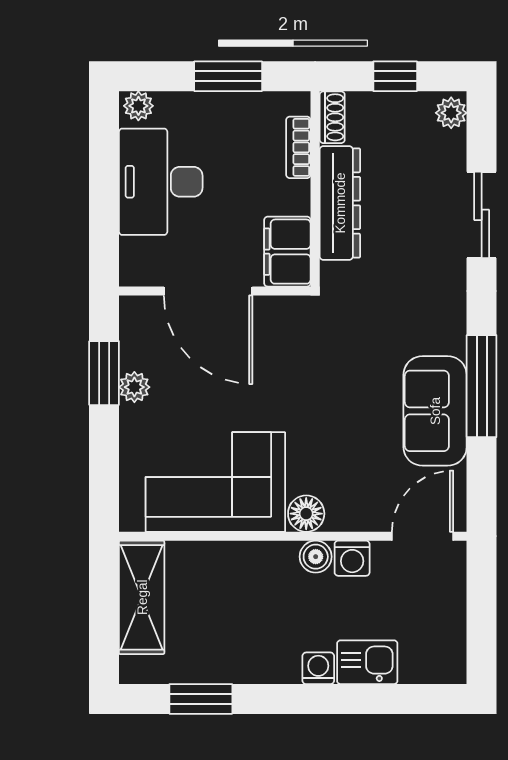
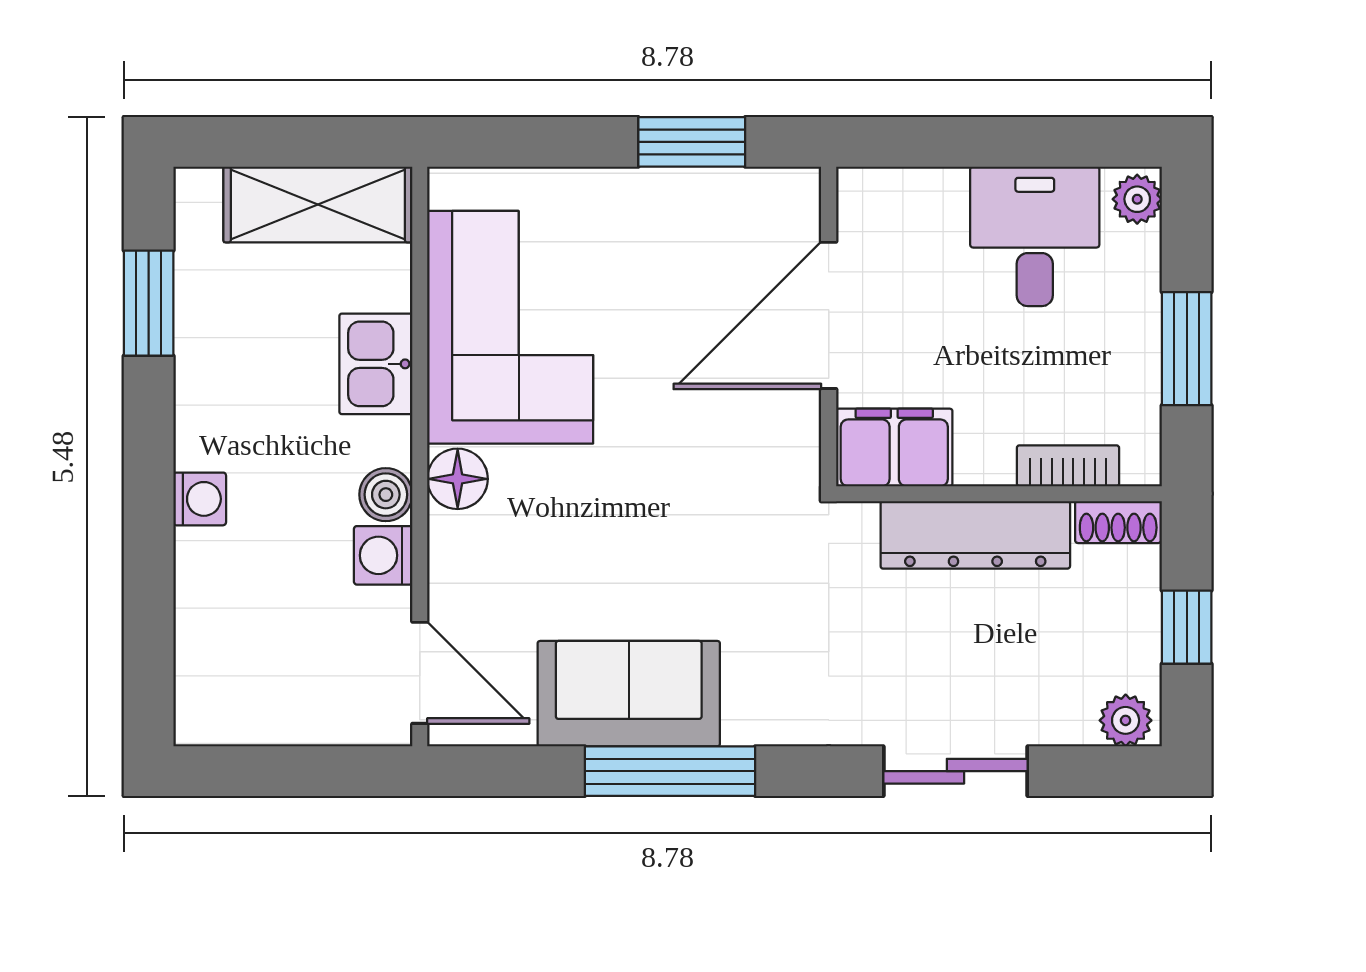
desk: (161, 182) -> (1035, 236), width x0.73
plant: (134, 387) -> (669, 192), removed
kitchen sink: (367, 662) -> (376, 364), moved, turned 180

